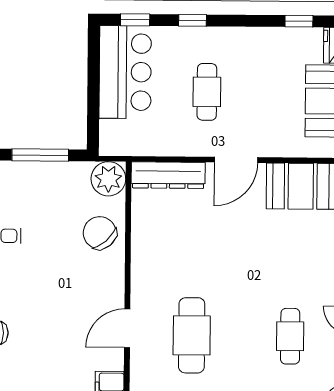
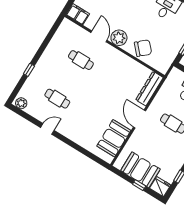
plant: (108, 179) -> (119, 38), moved
cafe table: (192, 335) -> (81, 60), width x0.73, depth x0.74

